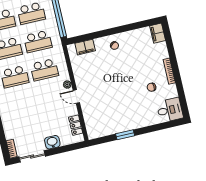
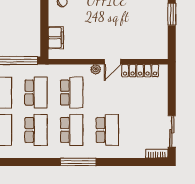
school desk: (21, 105) -> (107, 130), added
locker: (76, 125) -> (140, 71), width x1.53
washbasin: (52, 142) -> (160, 103), removed

